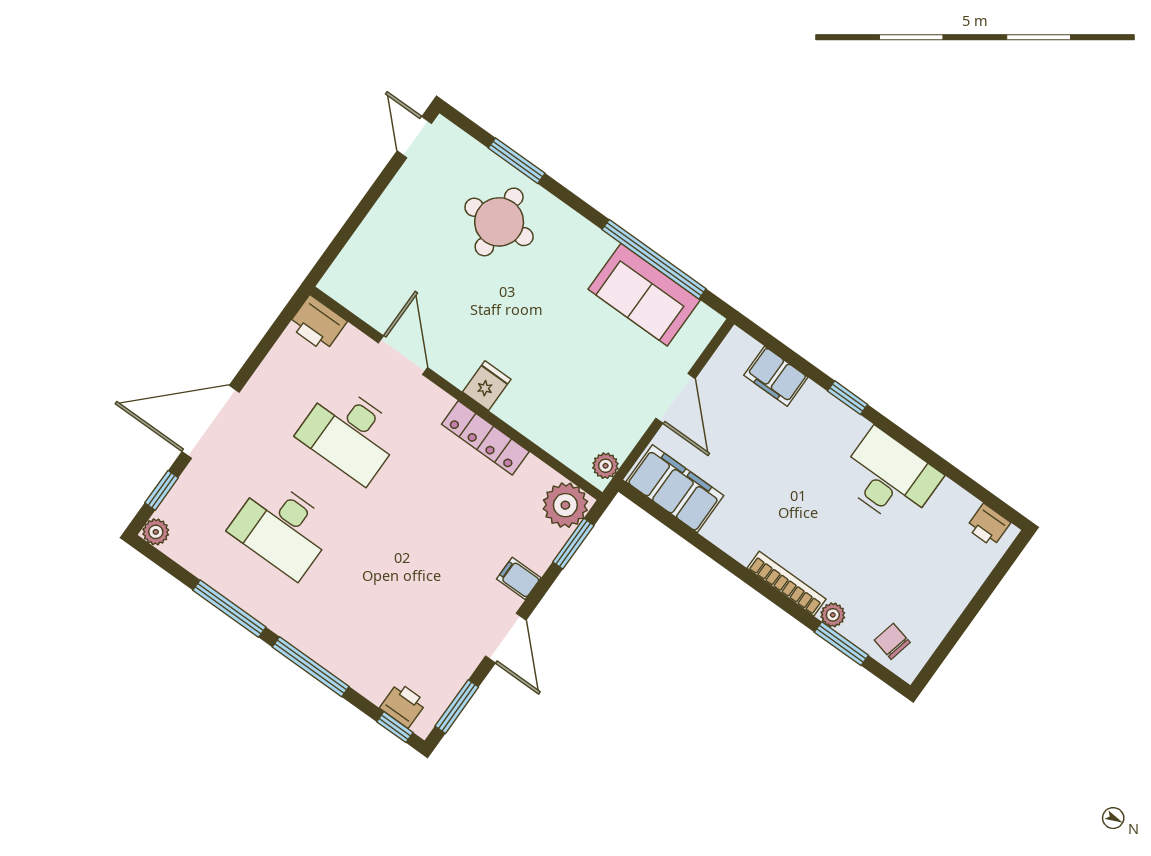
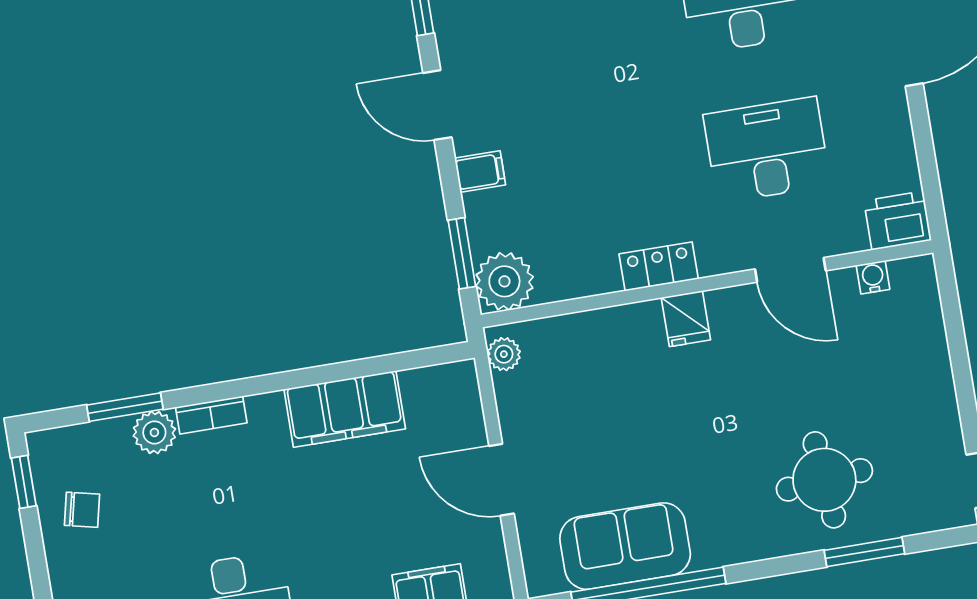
water cooler: (362, 306) -> (873, 277), added
locker: (485, 438) -> (659, 266), width x0.66
filing cabinet: (675, 489) -> (345, 409), moved
bookcase: (787, 584) -> (211, 415), width x0.64
plant: (833, 615) -> (154, 432), width x1.38, depth x1.38
chair: (892, 641) -> (82, 510), moved
window: (937, 658) -> (24, 482), added

